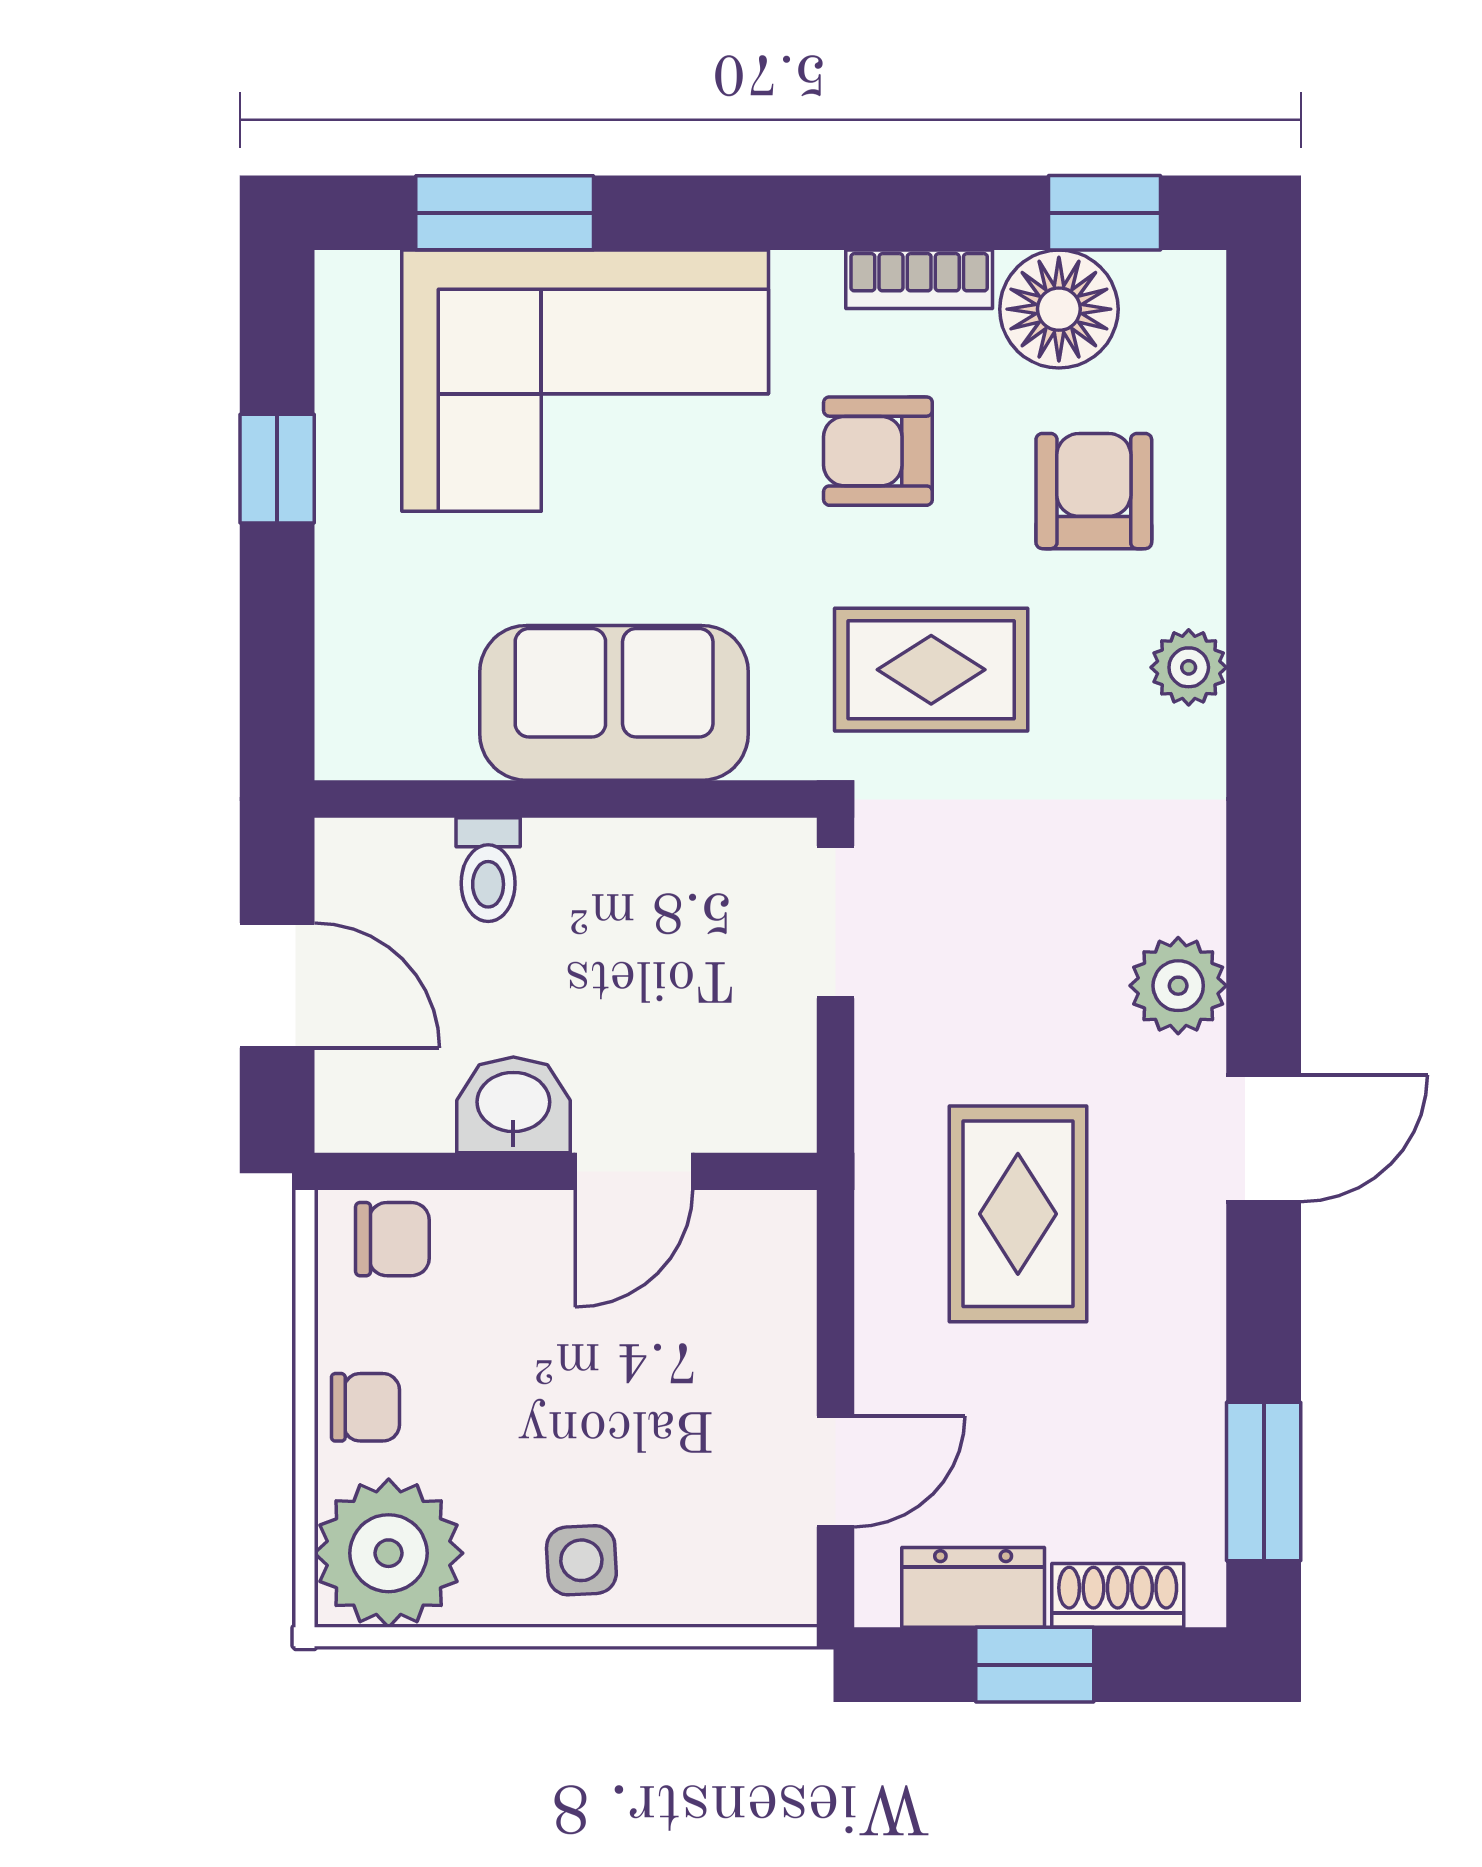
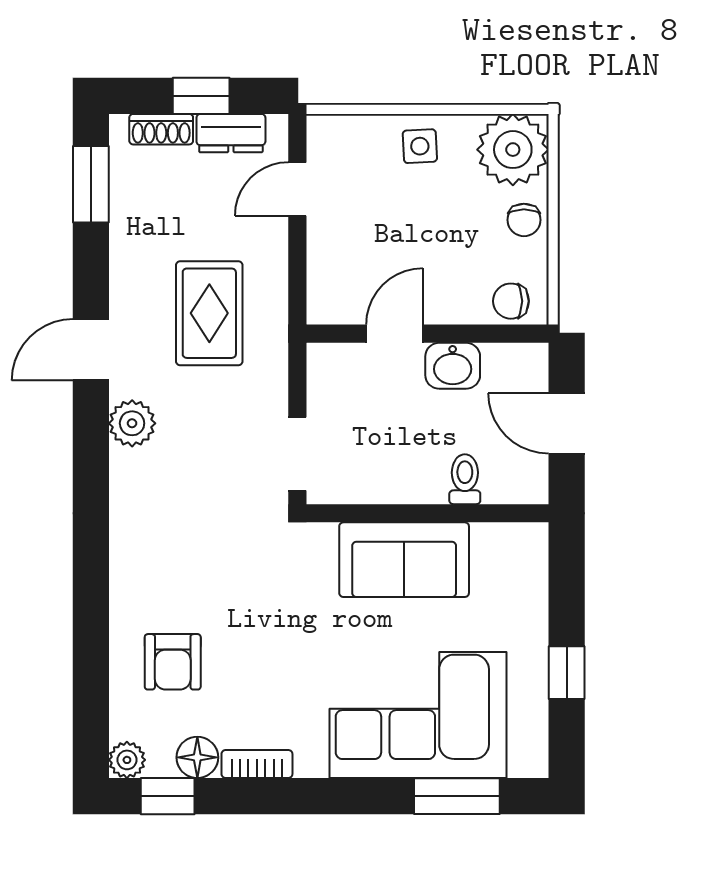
floor lamp: (1059, 309) -> (197, 757), width x0.73, depth x0.73
armchair: (878, 451) -> (277, 681), removed
plant: (1189, 667) -> (127, 760), moved
rug: (931, 670) -> (251, 576), removed
chair: (365, 1407) -> (524, 220), turned -90

